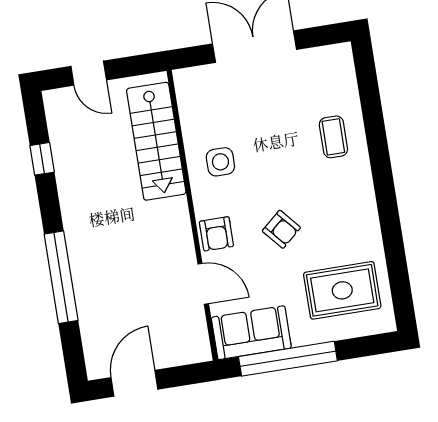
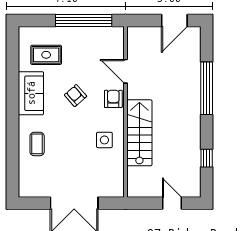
stairs: (156, 141) -> (139, 133), moved
rug: (342, 290) -> (46, 55), width x0.73, depth x0.70
sofa: (251, 333) -> (31, 93), moved, turned -90

